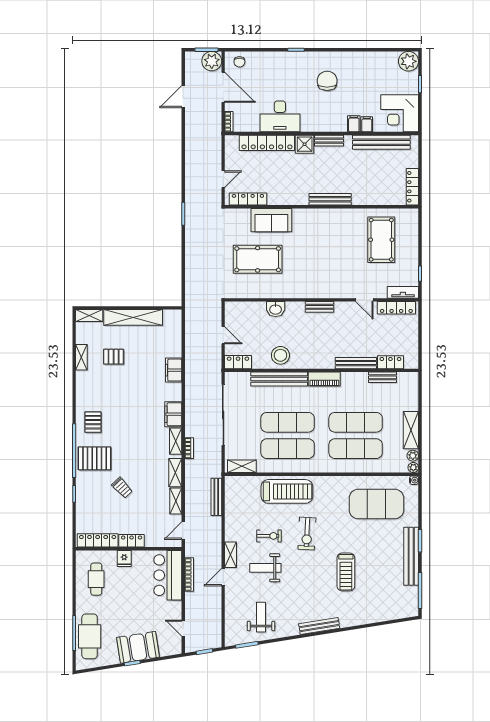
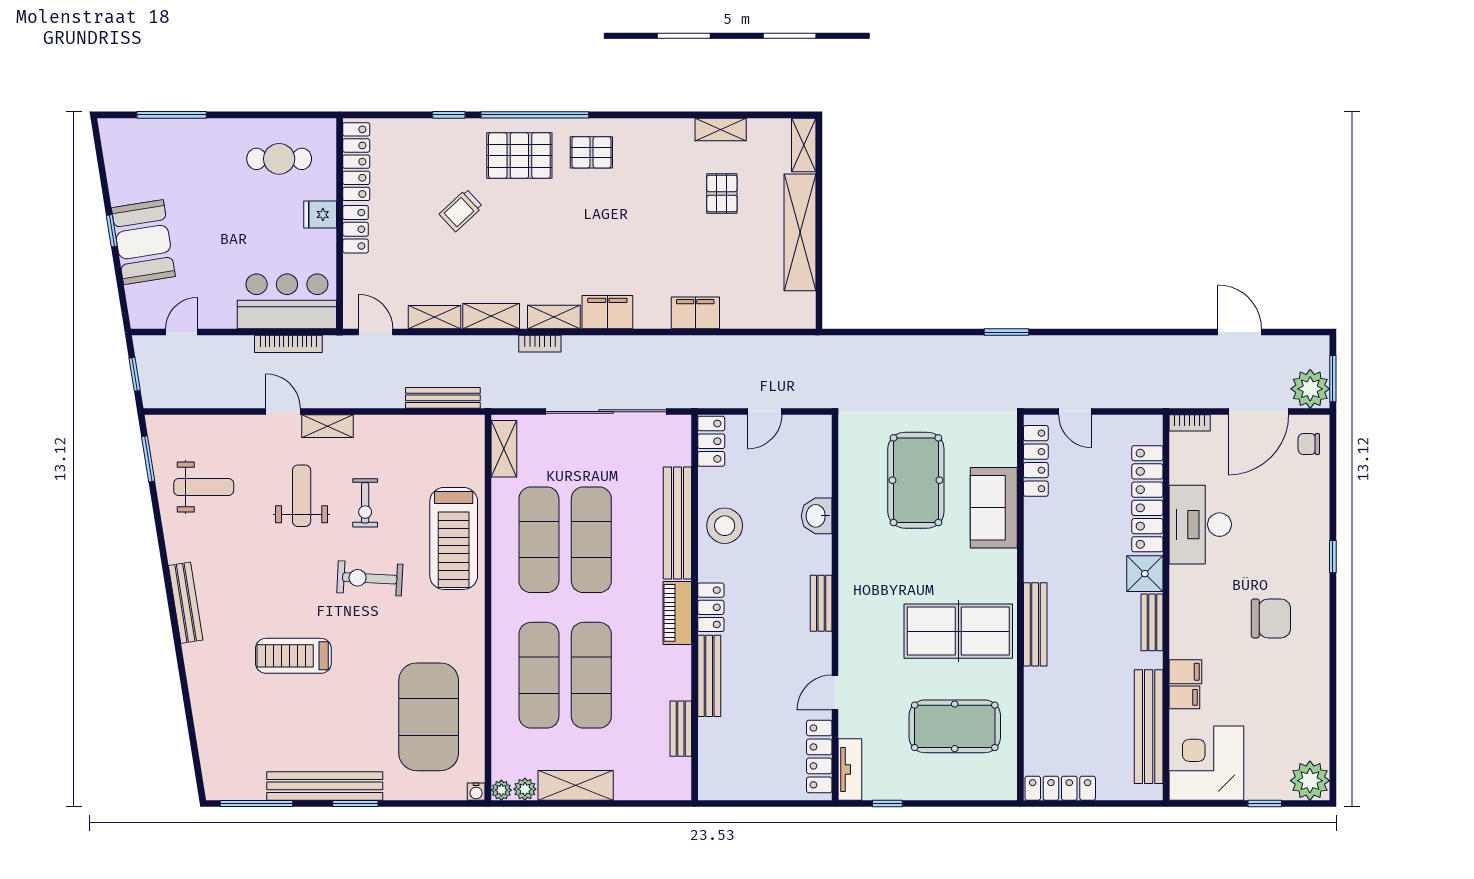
table tennis table: (333, 238) -> (958, 631), added
locker: (390, 362) -> (711, 607), moved
pallet: (95, 458) -> (519, 156), turned 90
cafe table: (90, 636) -> (165, 146), removed

